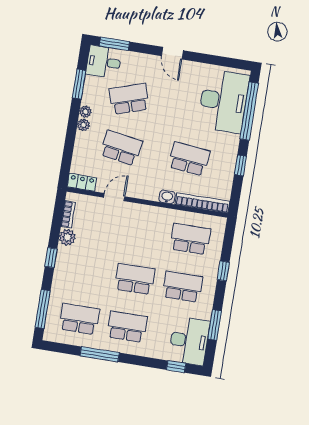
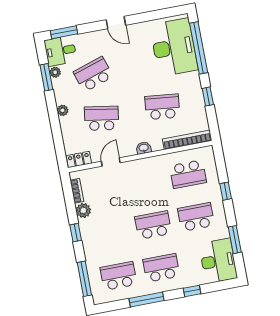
plant: (85, 112) -> (55, 72), moved
washbasin: (167, 197) -> (144, 148), moved
school desk: (190, 239) -> (188, 174), turned 180
window: (176, 367) -> (192, 291), moved

